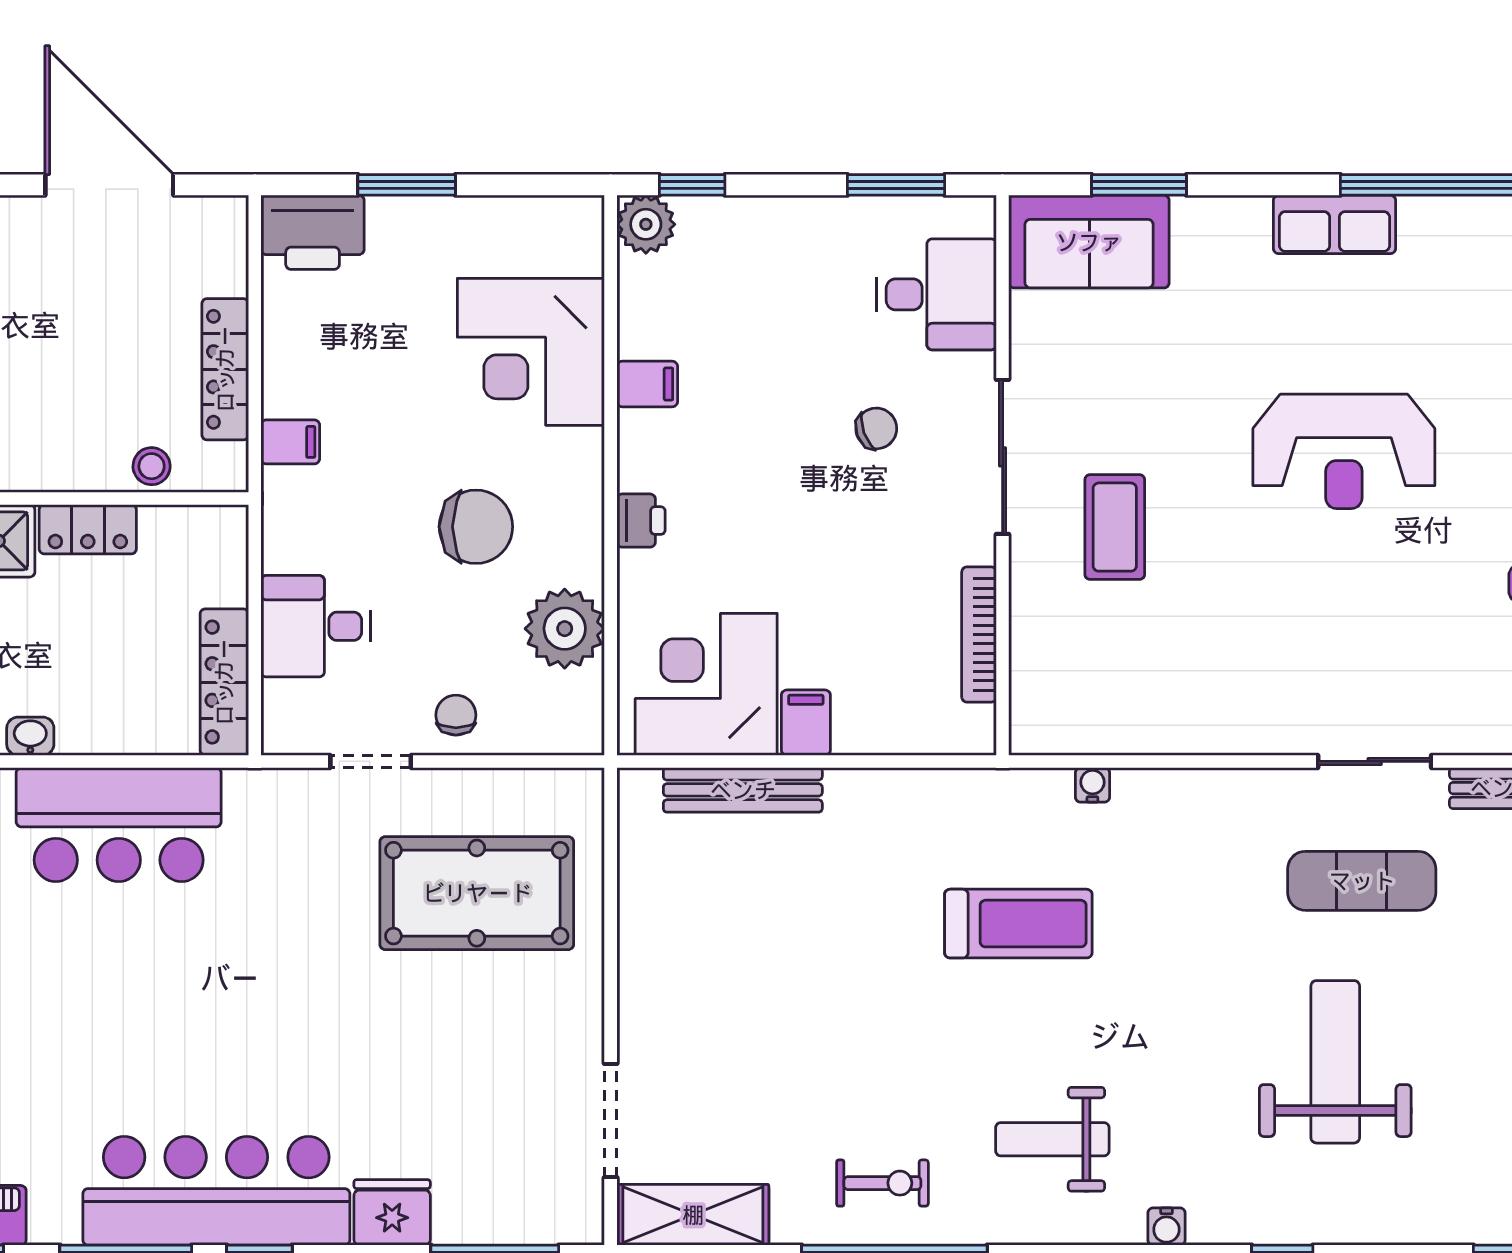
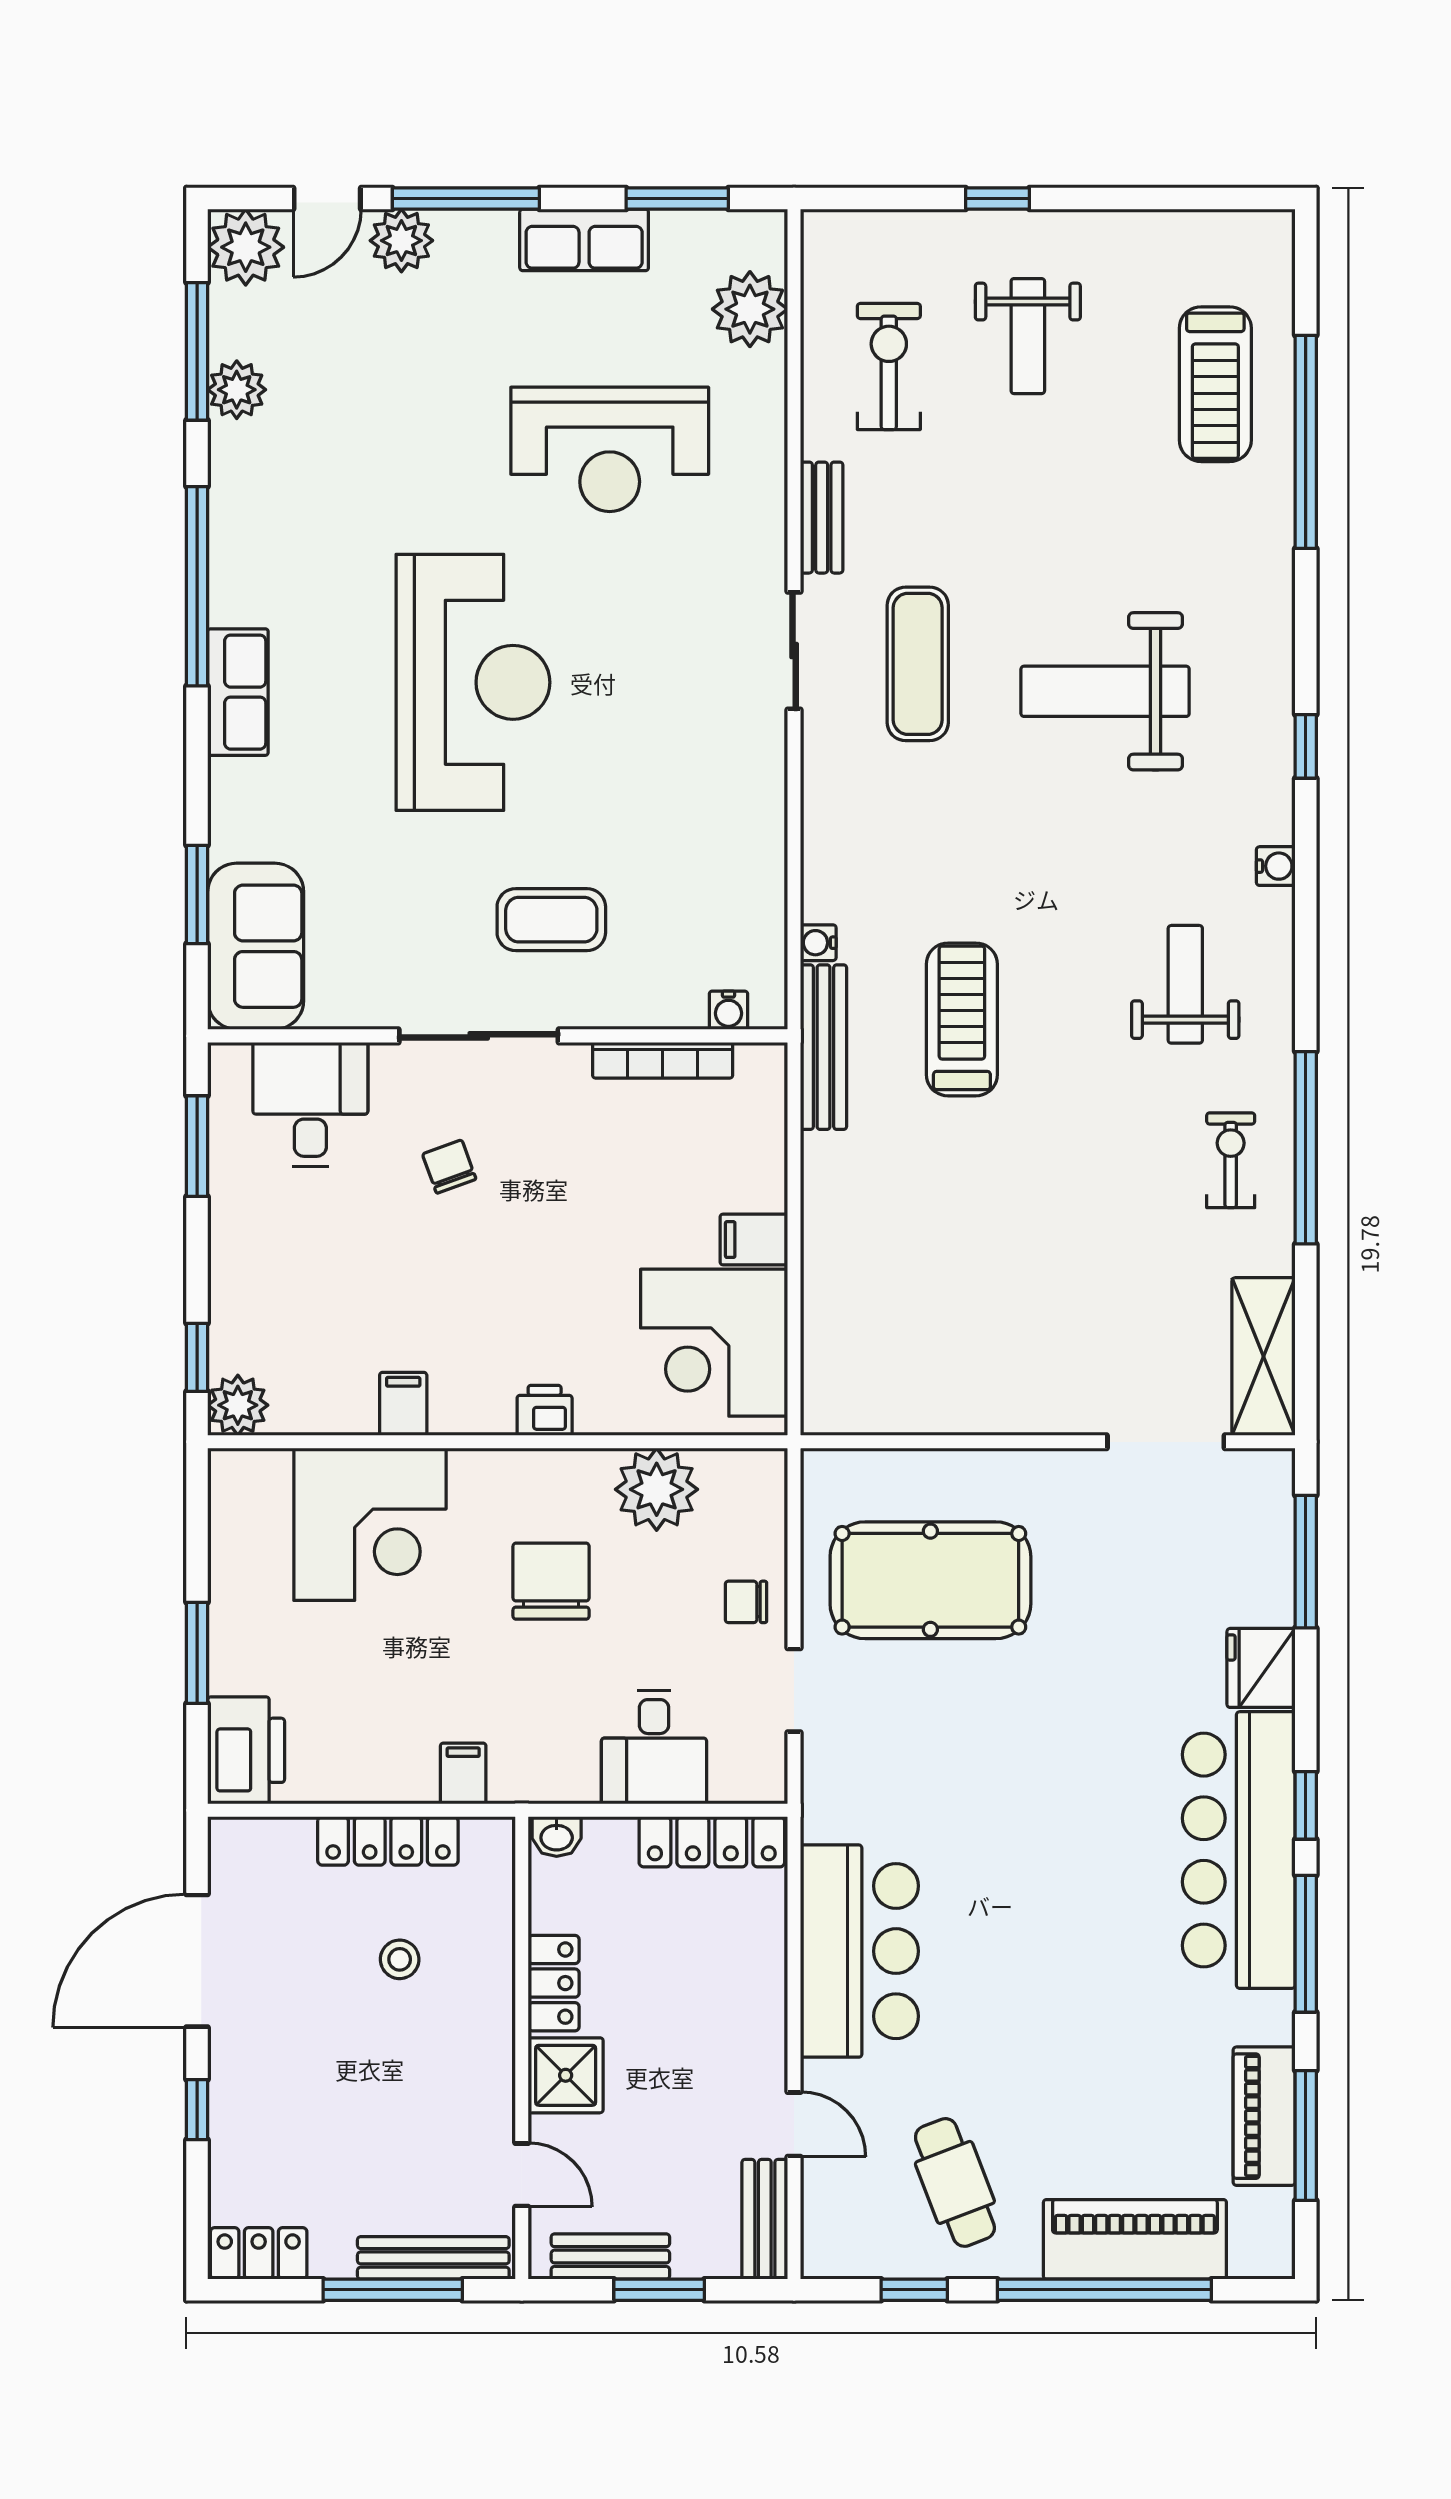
reception desk: (1344, 451) -> (473, 682), width x1.36, depth x1.30
stool: (152, 466) -> (400, 1959), moved
water cooler: (1027, 698) -> (728, 1010), added
washbasin: (30, 736) -> (557, 1836), moved, turned -90
bench: (743, 790) -> (824, 1047), moved
pool table: (477, 893) -> (930, 1580), turned 90
weight bench: (1052, 1139) -> (1185, 984), turned 180

